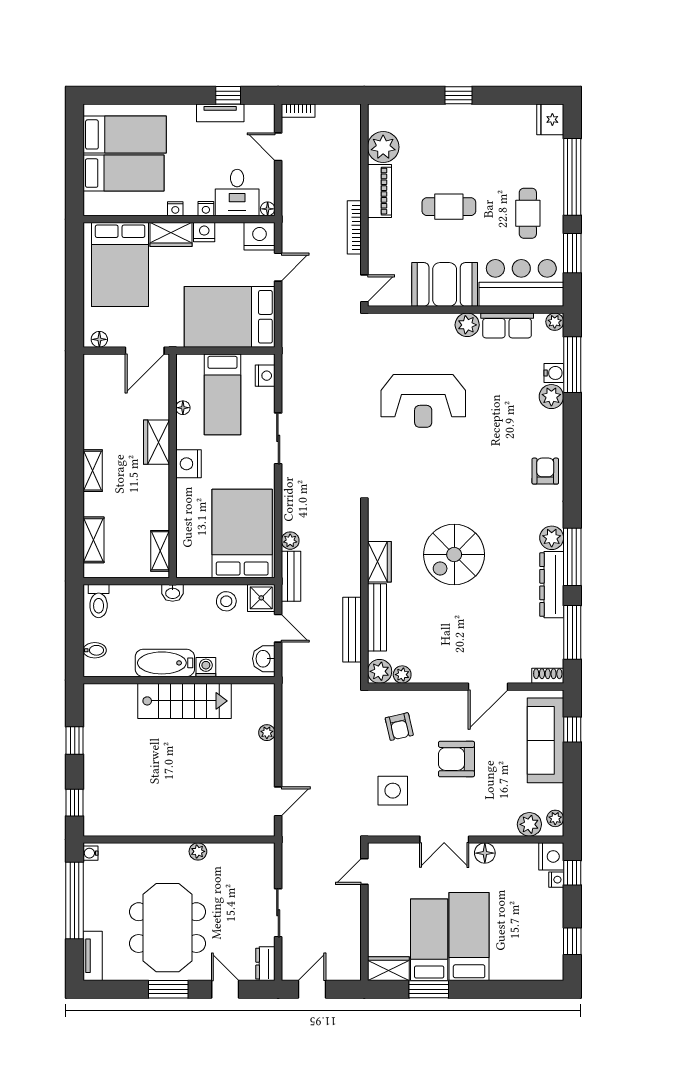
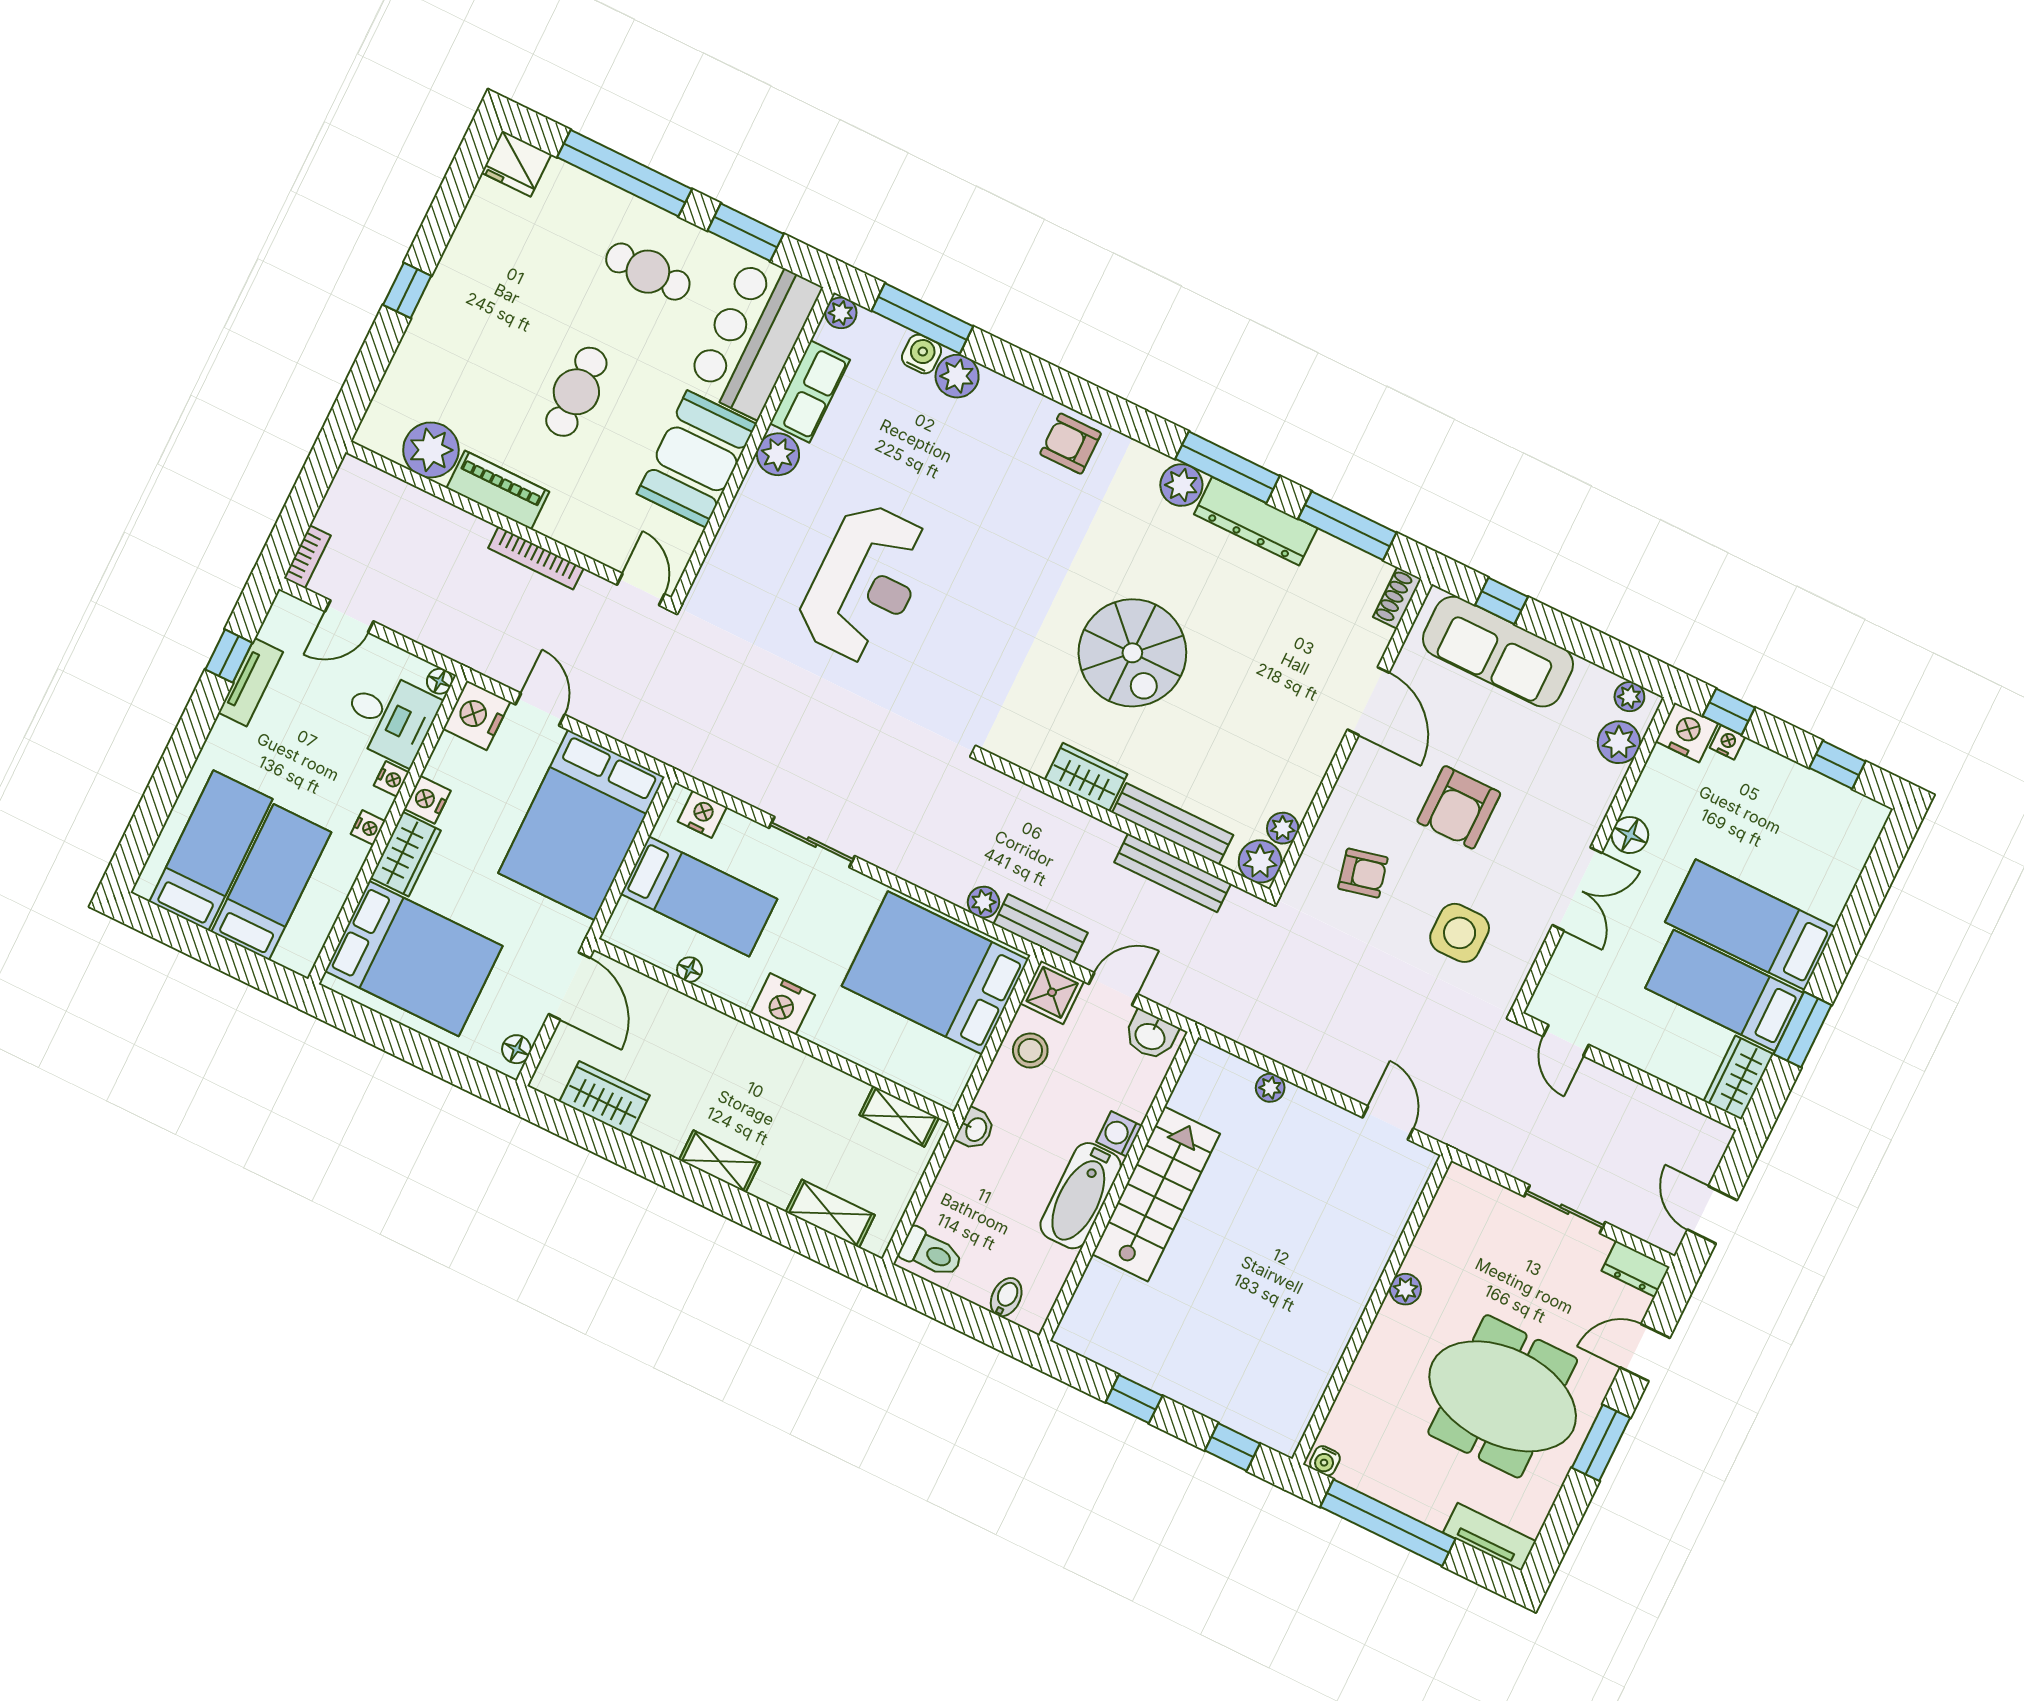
wardrobe: (156, 442) -> (605, 1098), moved, turned 180

